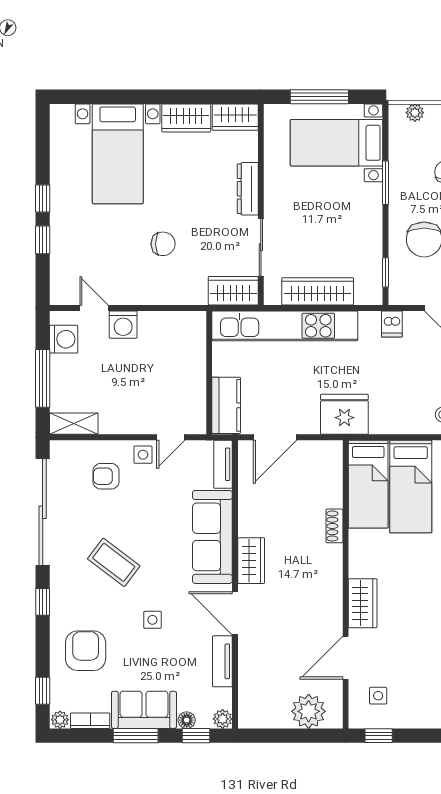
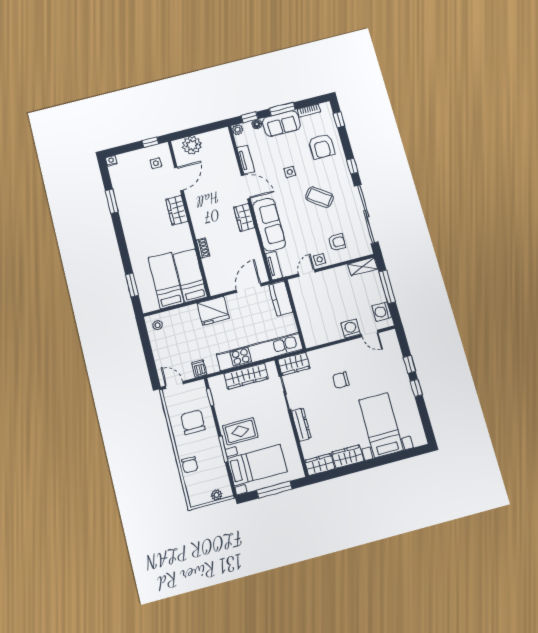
rug: (350, 204) -> (240, 431), added
plant: (60, 720) -> (325, 107), removed

